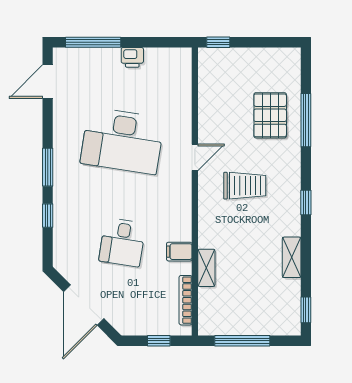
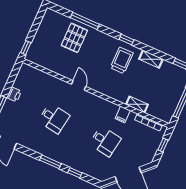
pallet: (270, 115) -> (74, 38), turned 90
desk: (122, 141) -> (54, 118), width x0.53, depth x0.77
trolley: (245, 186) -> (122, 60), moved

